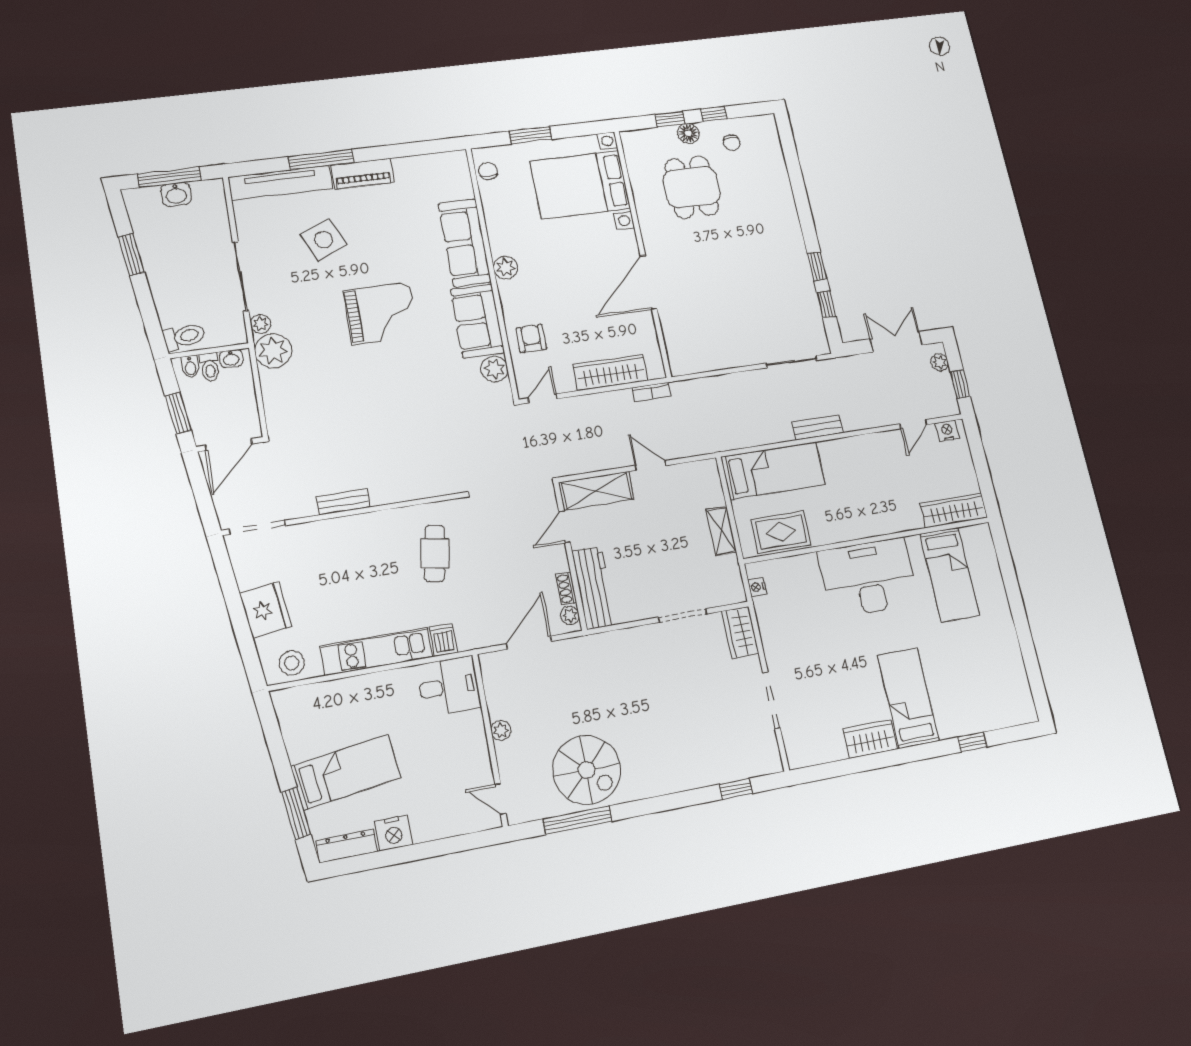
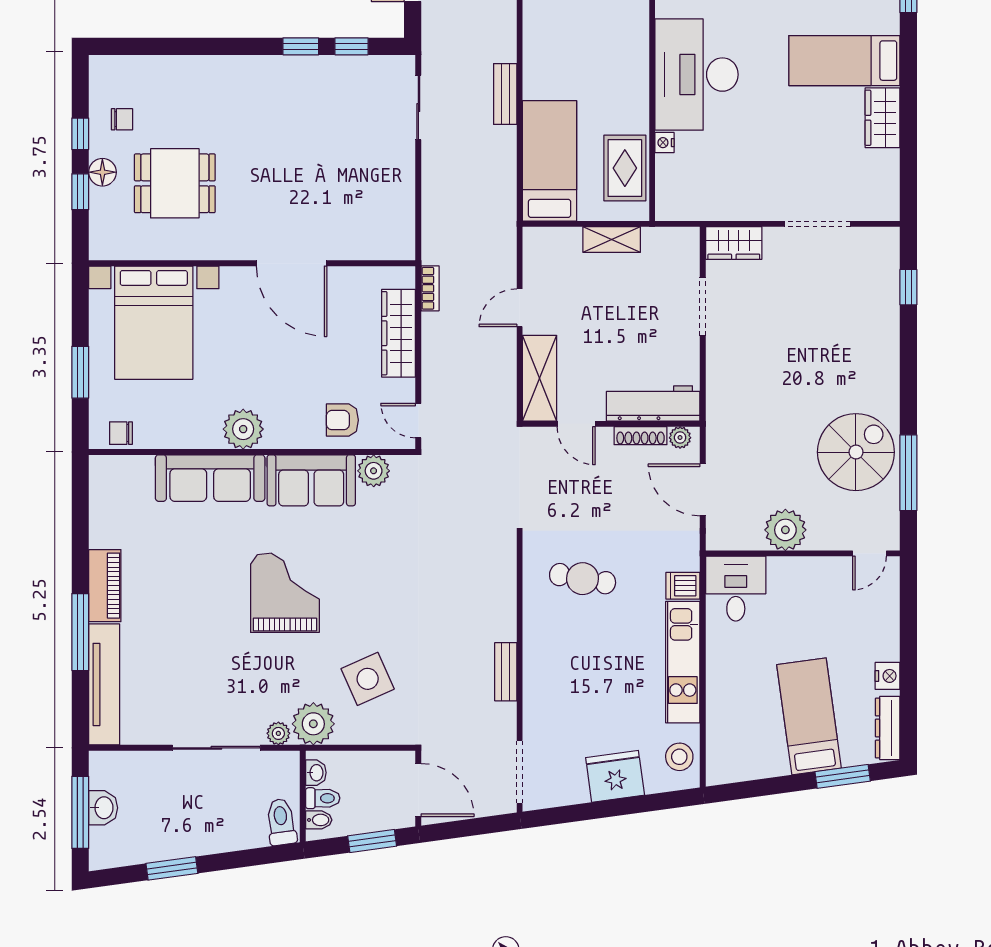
side table: (324, 240) -> (368, 679), moved
plant: (506, 268) -> (243, 429), width x1.36, depth x1.36
nightstand: (757, 587) -> (664, 143), moved, turned 90
shoe rack: (566, 588) -> (641, 436), width x1.43
plant: (501, 730) -> (785, 530), width x1.88, depth x1.88
nightstand: (393, 833) -> (888, 676), width x0.74, depth x0.75

